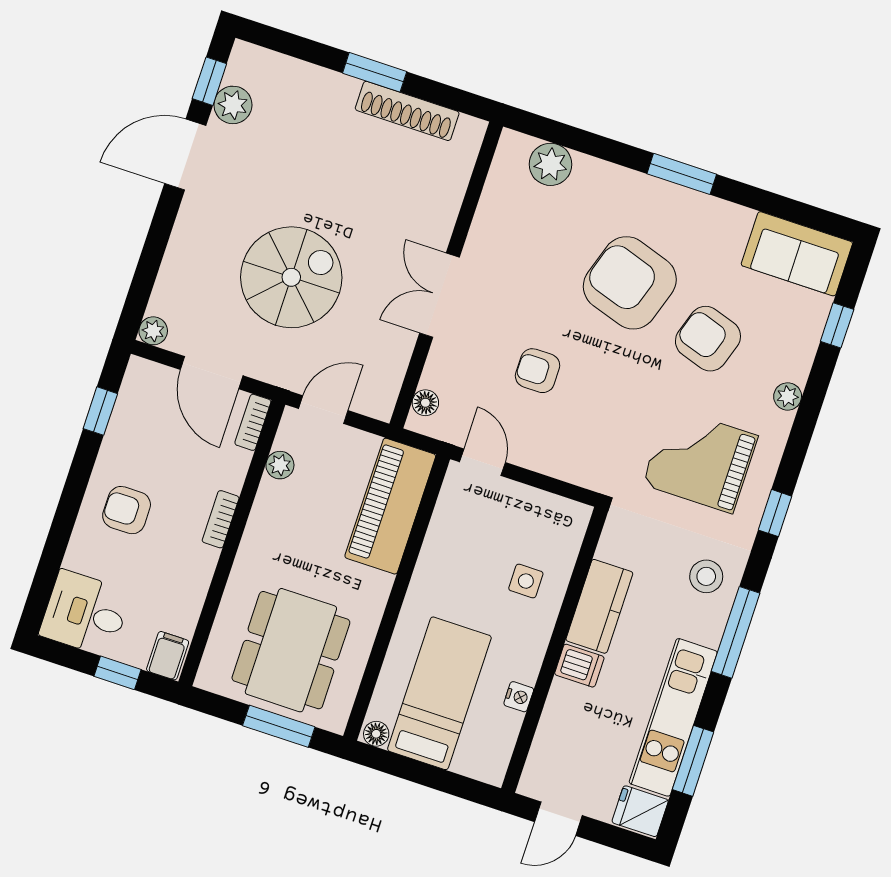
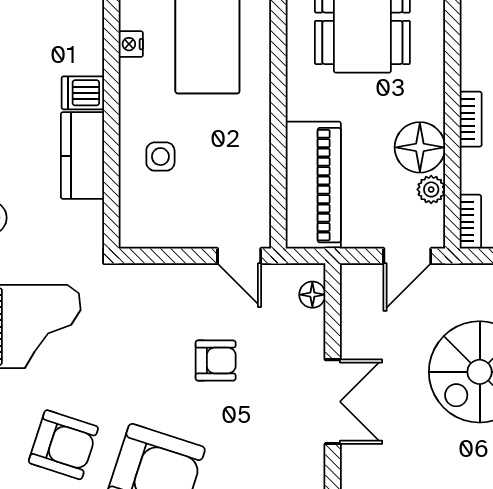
floor lamp: (277, 508) -> (420, 147), added

